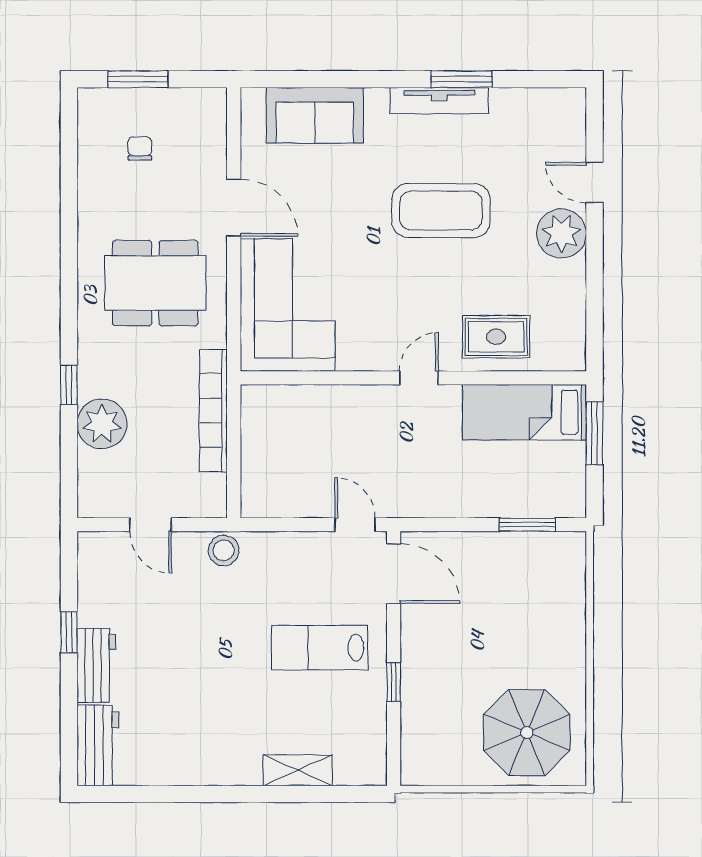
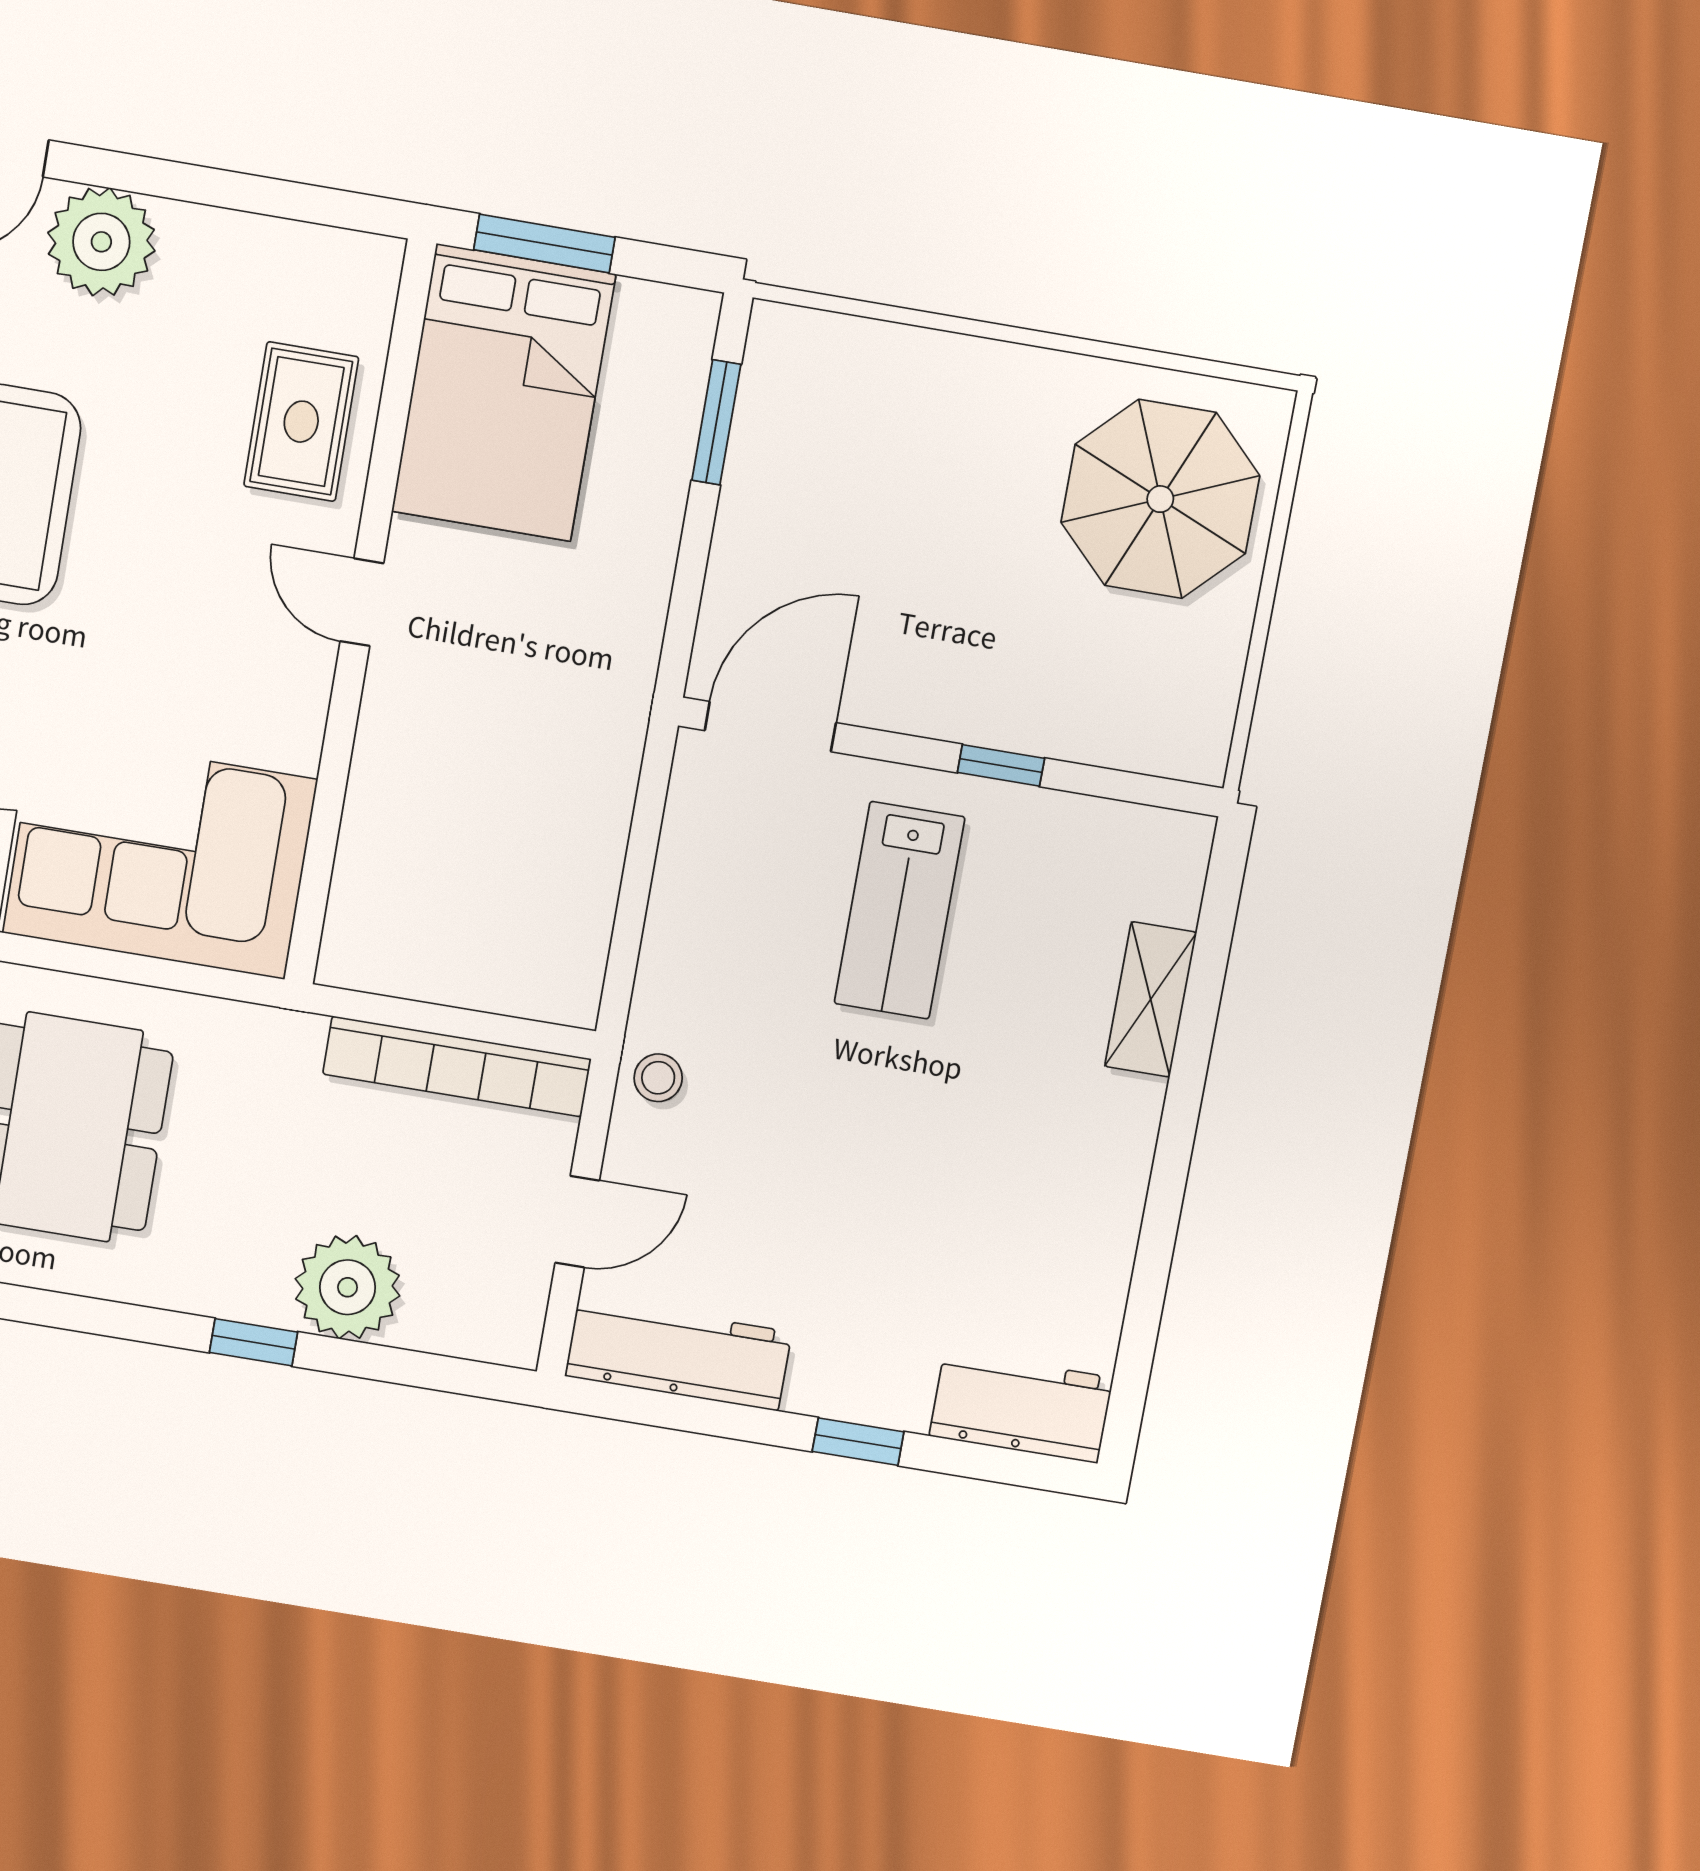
bookcase: (213, 411) -> (457, 1066), moved
bed: (524, 412) -> (504, 393), width x1.50
door: (355, 525) -> (652, 791), removed
stool: (224, 550) -> (658, 1078), width x0.73, depth x0.73
window: (69, 632) -> (858, 1442), moved
workbench: (96, 665) -> (678, 1354), moved, width x1.38

